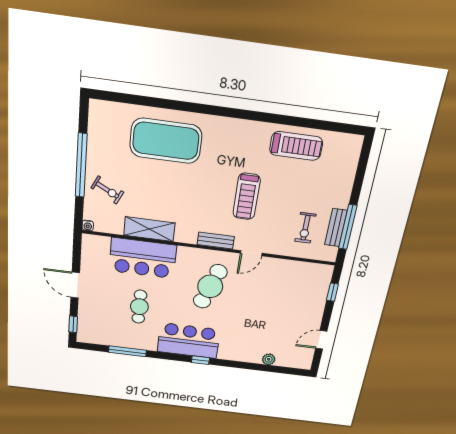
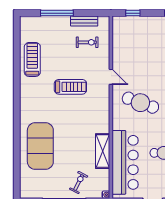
window: (348, 227) -> (57, 13), moved
bench: (216, 241) -> (105, 103), removed
bar counter: (143, 258) -> (125, 162), width x1.36

